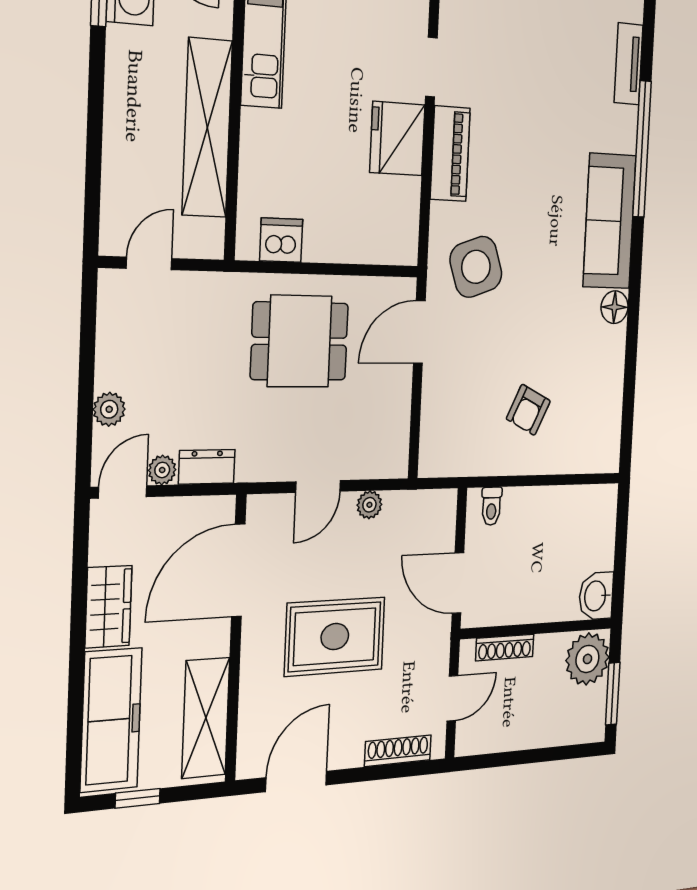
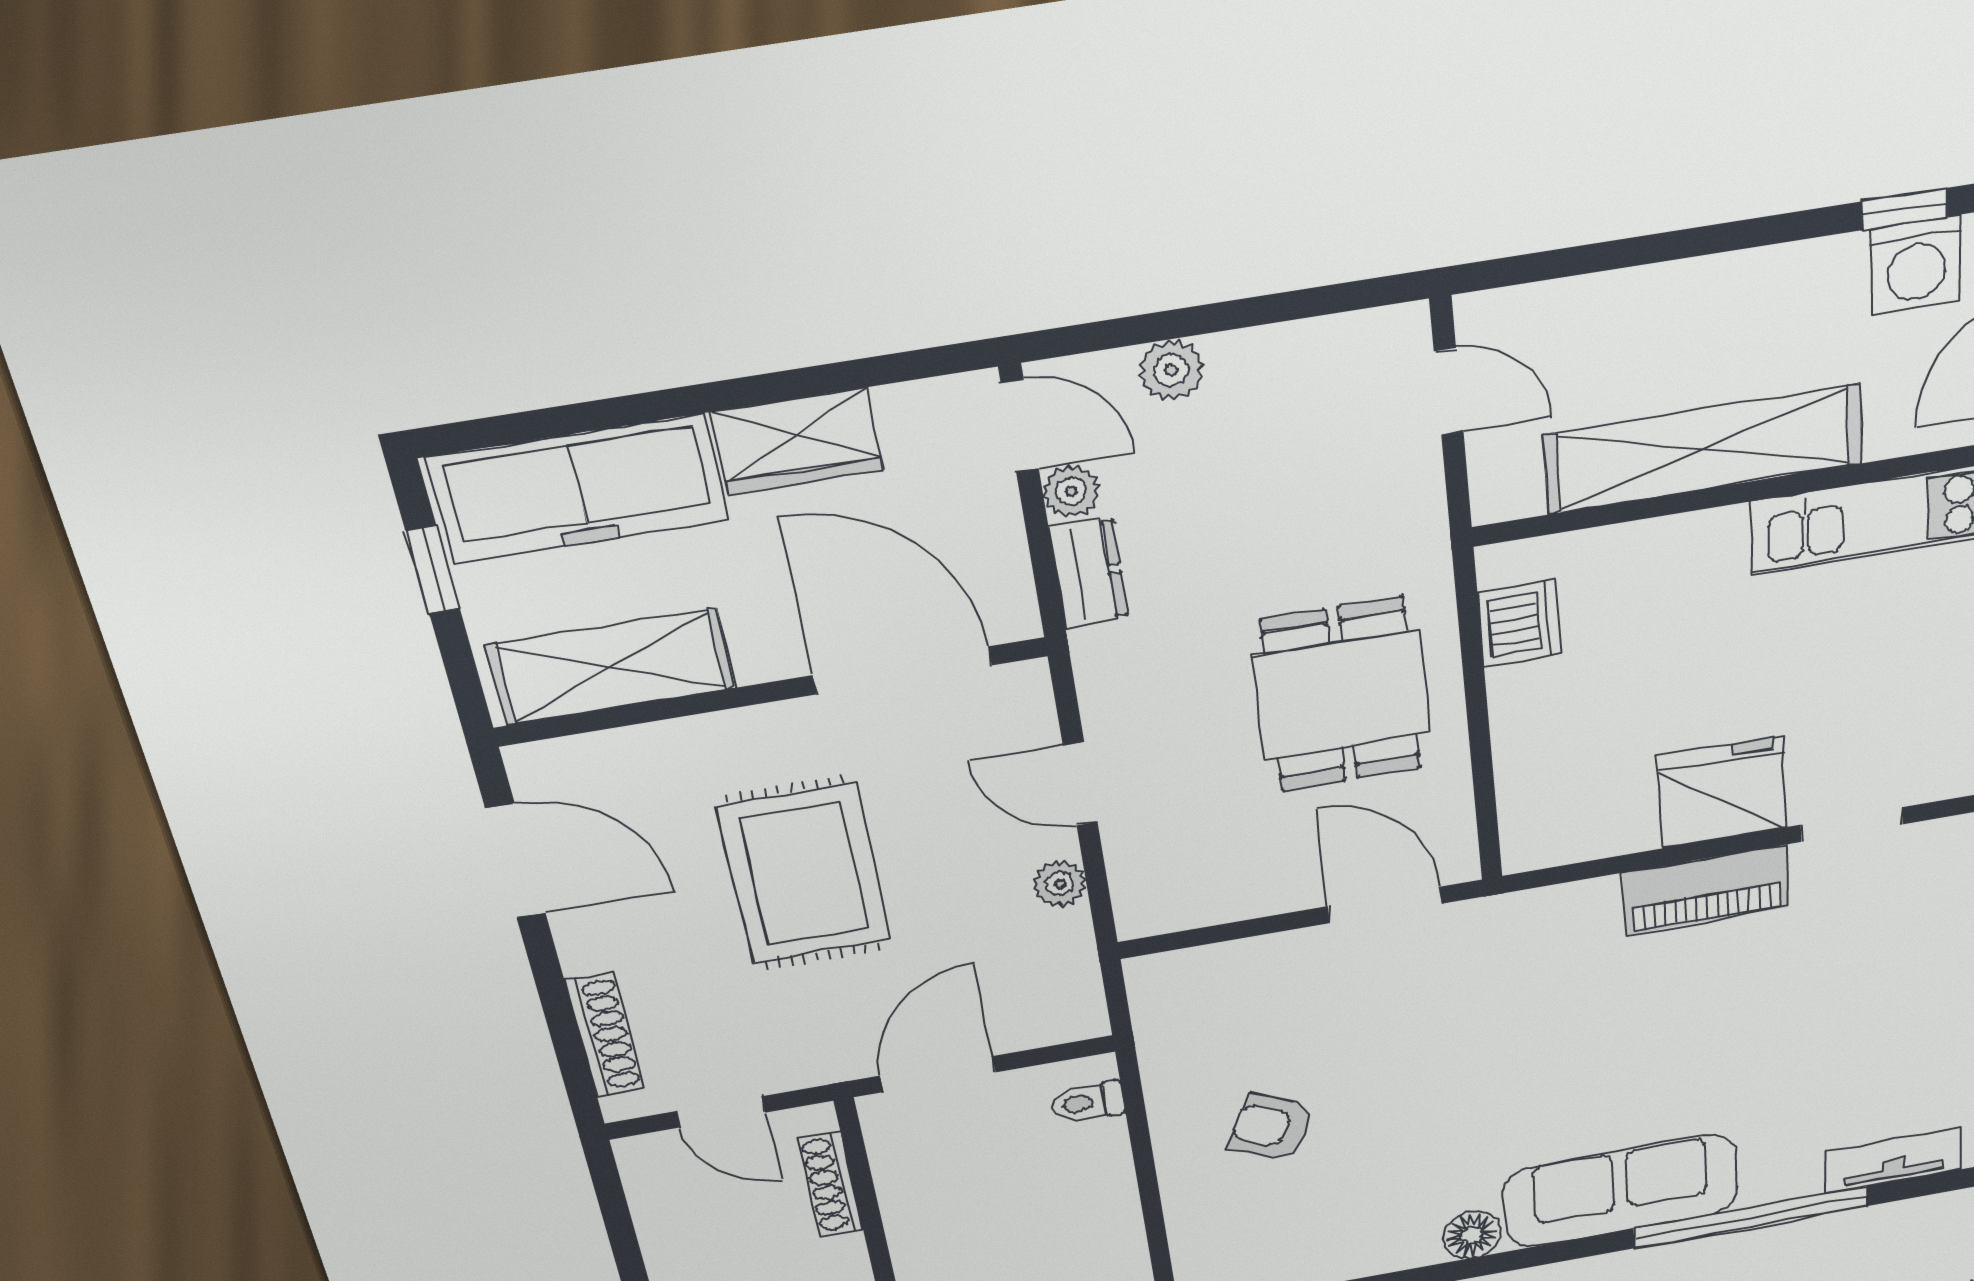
side table: (476, 267) -> (1513, 979), removed

